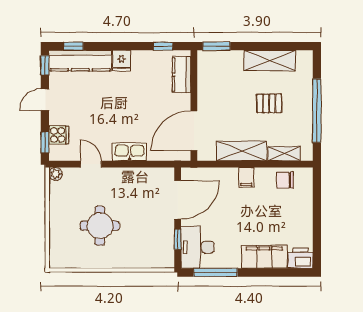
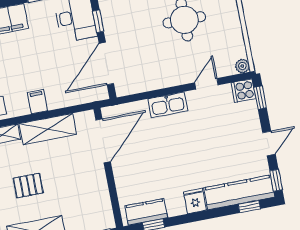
kitchen counter: (182, 75) -> (146, 212), moved, turned -90
cooker: (59, 135) -> (243, 91), moved
door: (91, 164) -> (206, 84), swing flipped

